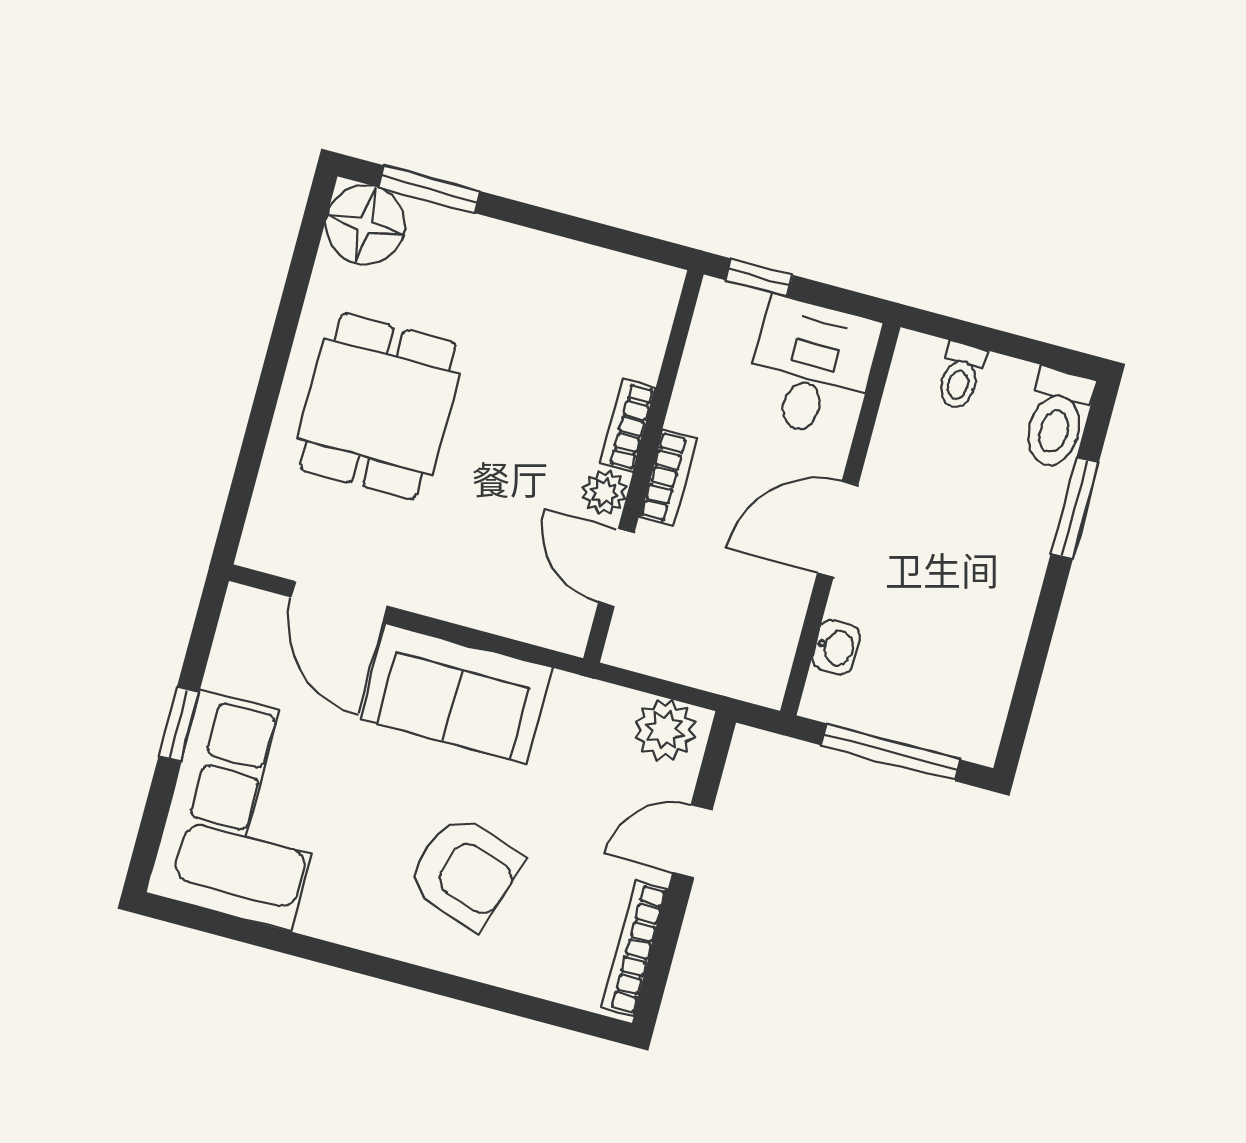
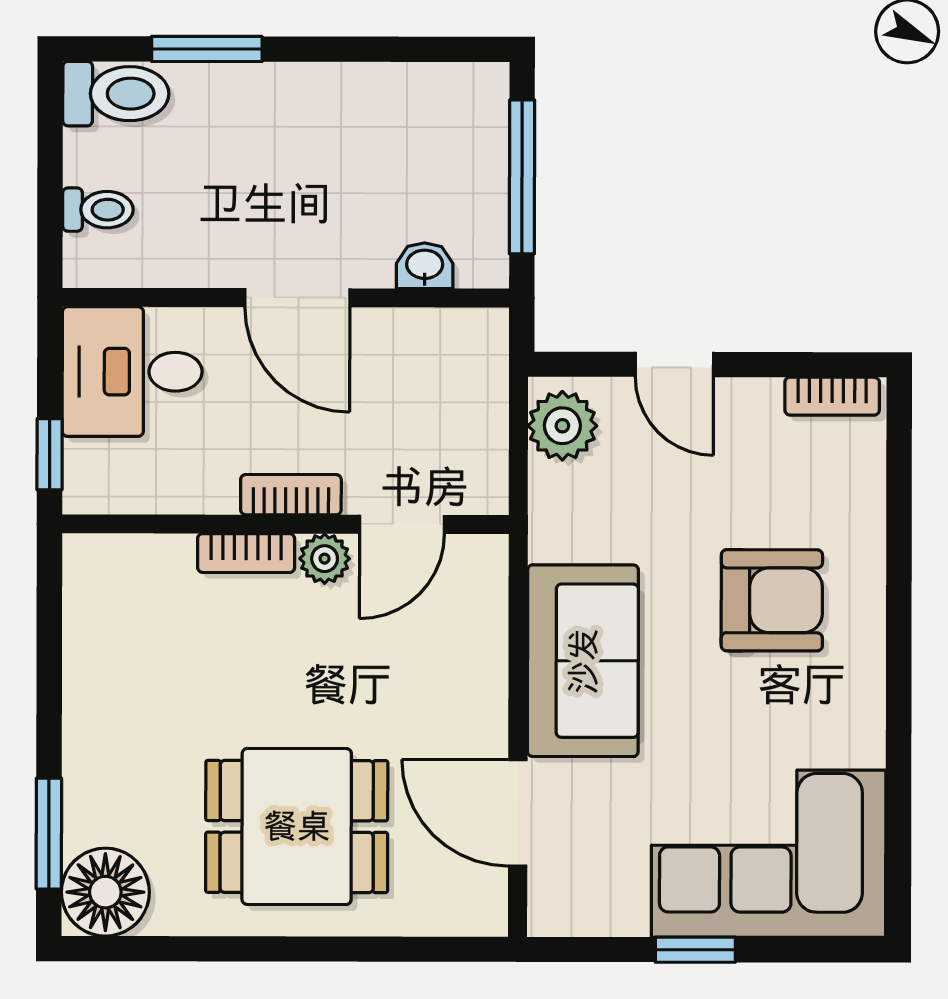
door: (339, 602) -> (518, 813), swing flipped
armchair: (465, 872) -> (772, 600), turned 72
bookcase: (635, 948) -> (832, 396), width x0.64

